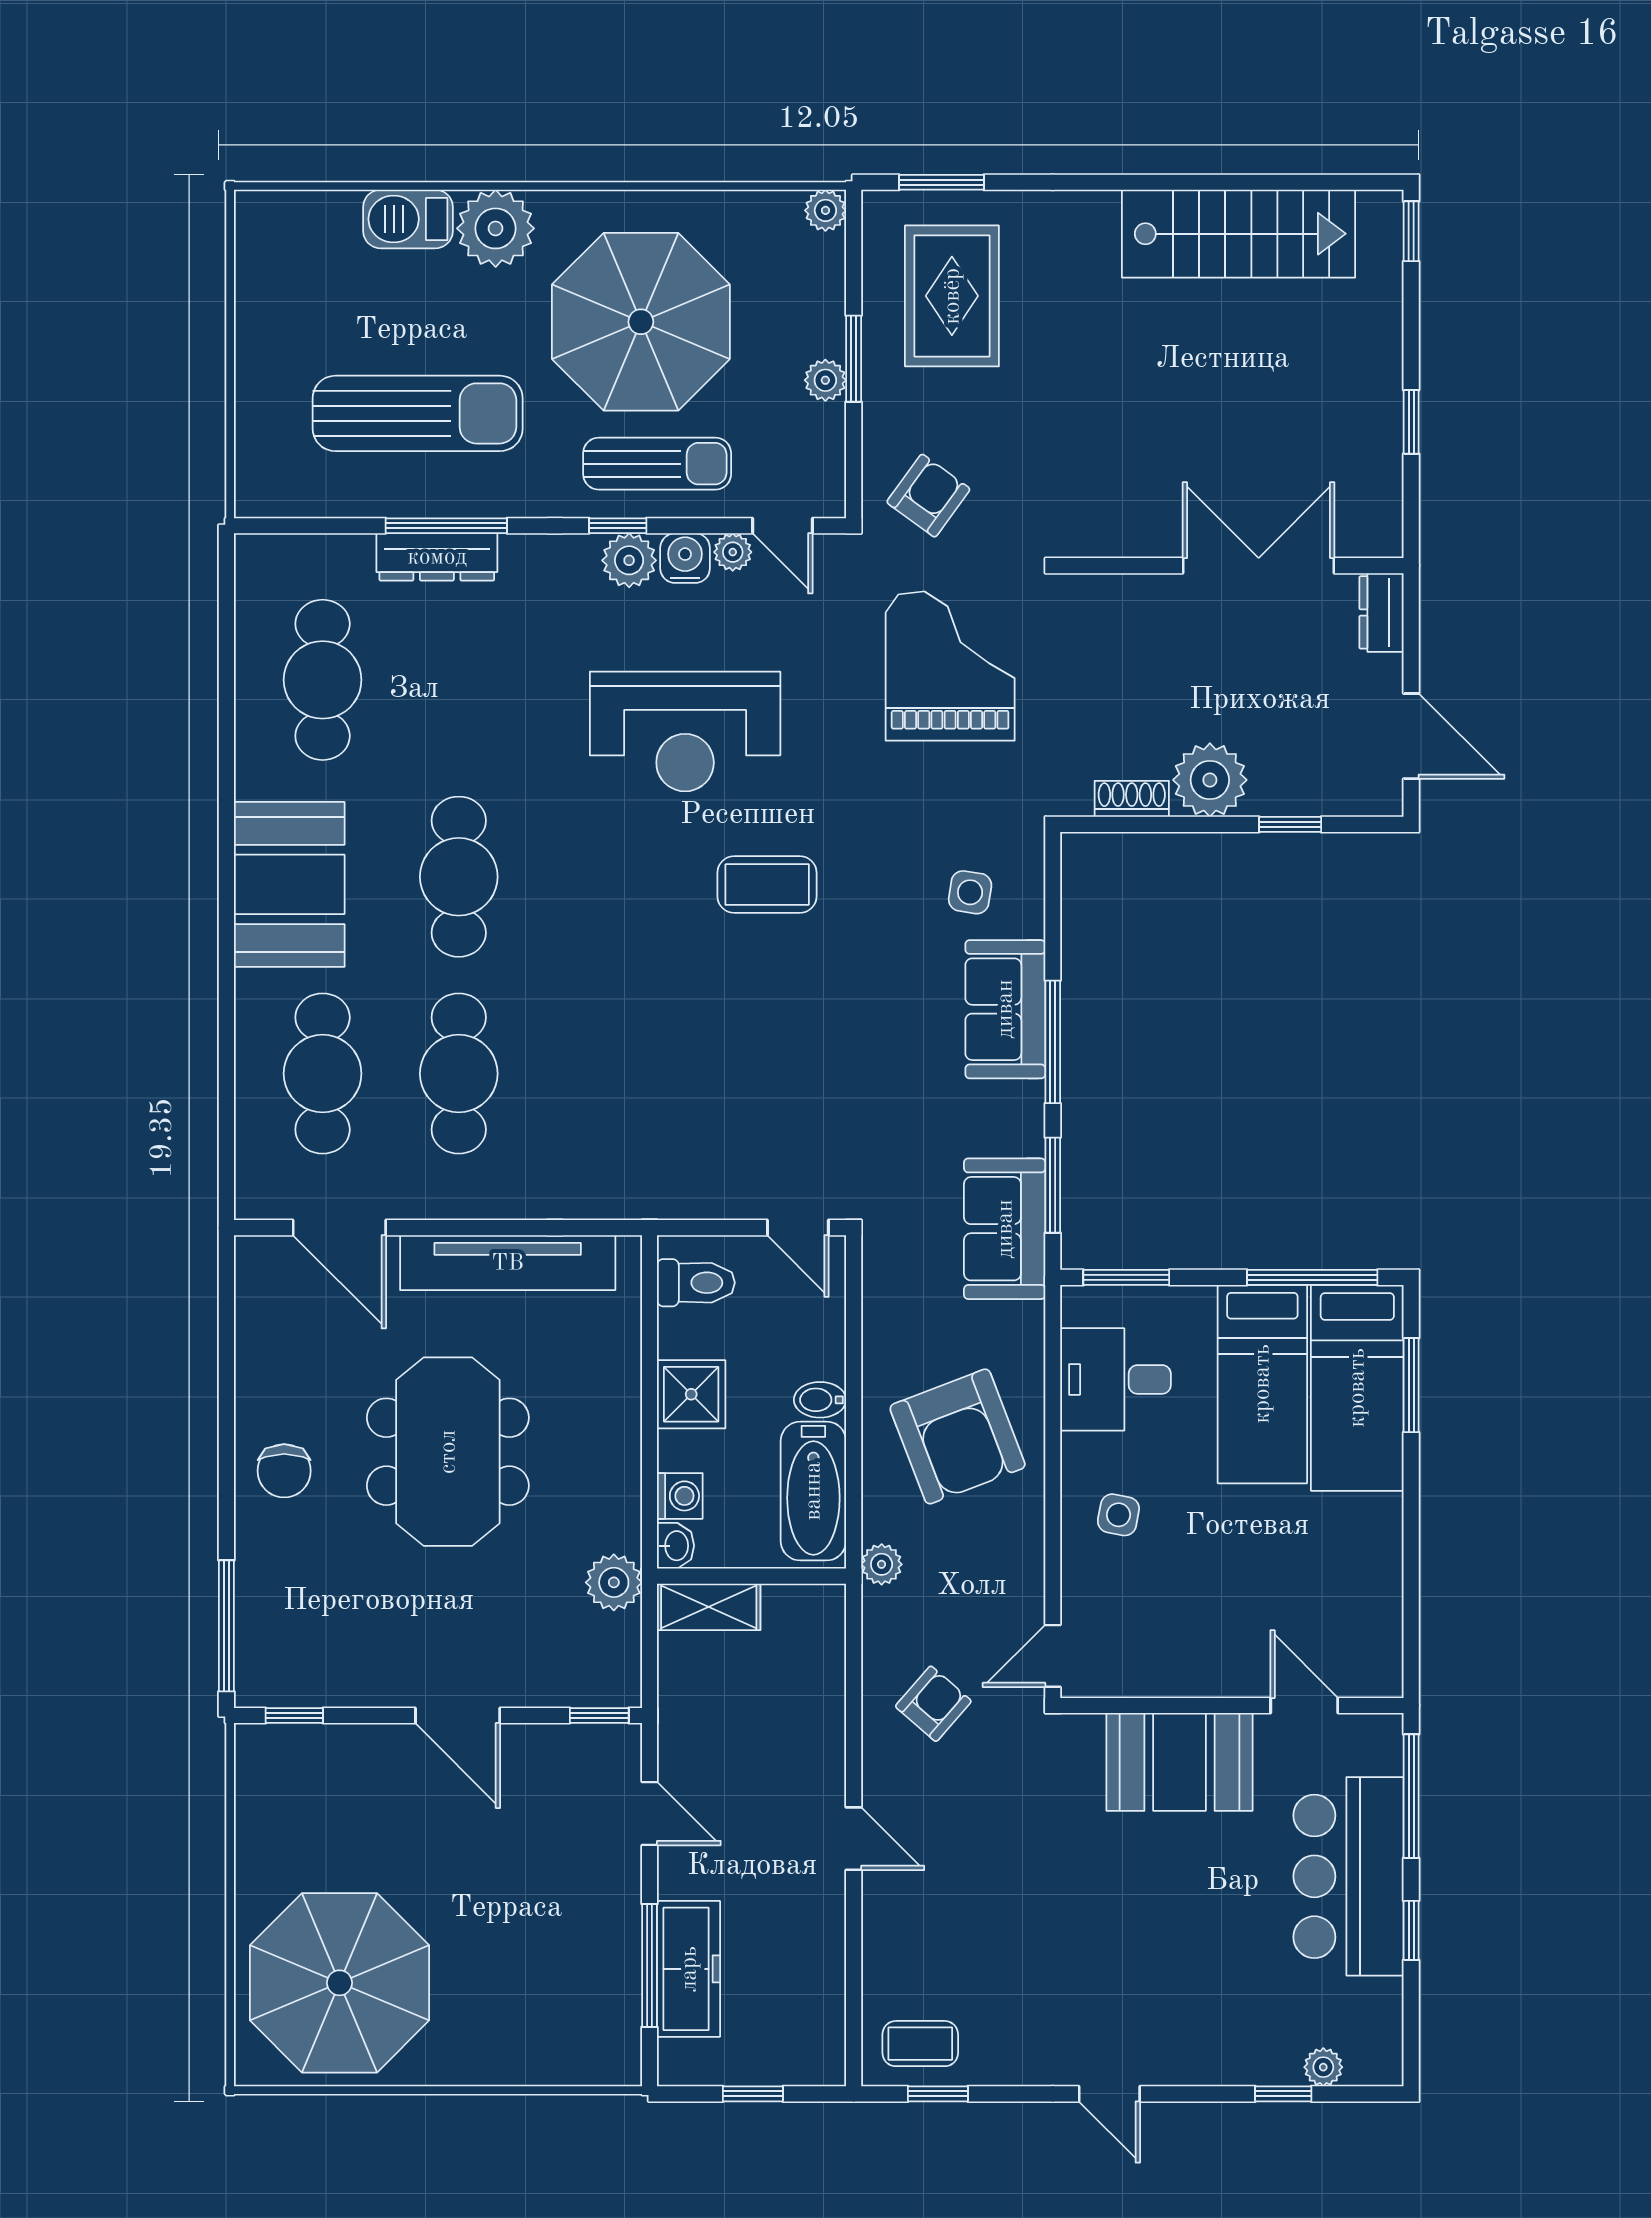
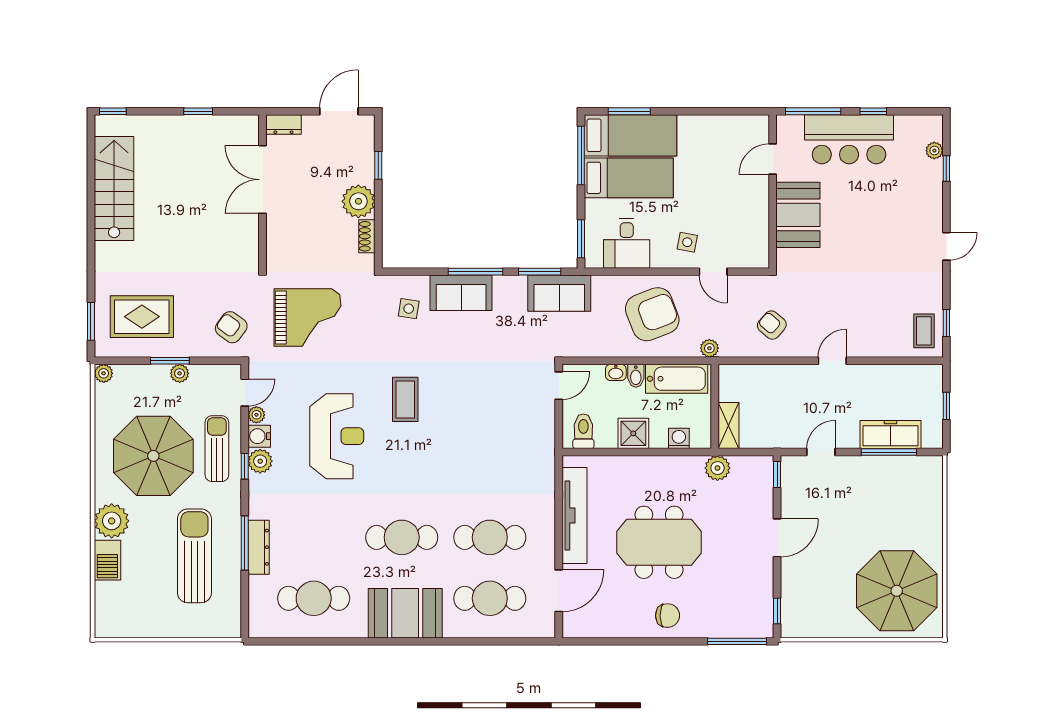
grand piano: (950, 666) -> (307, 318), turned 180
washbasin: (676, 1546) -> (616, 372), moved, turned 180
door: (1053, 1656) -> (713, 272), moved

